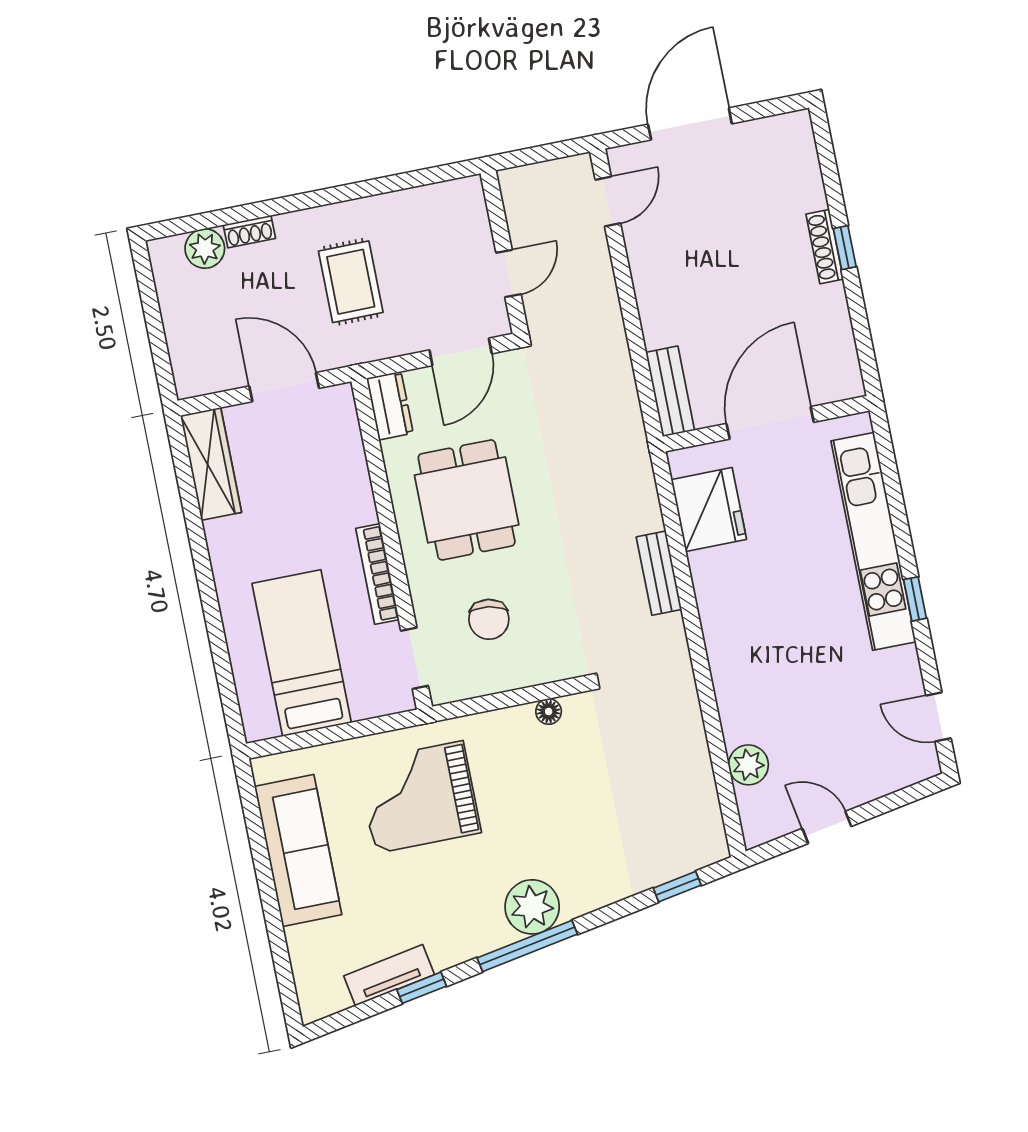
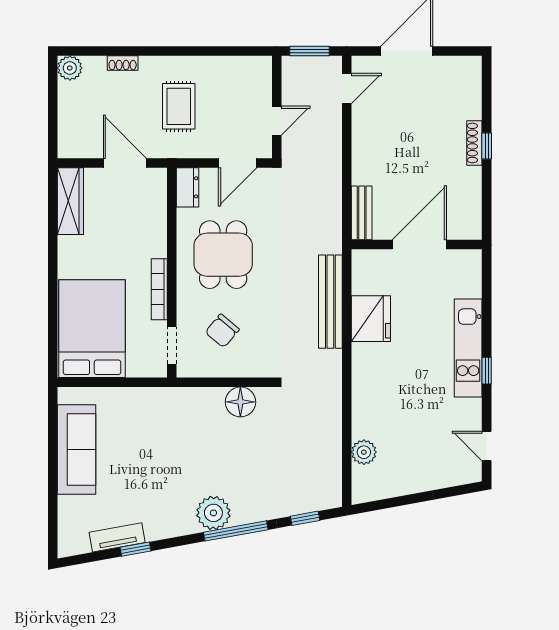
window: (538, 154) -> (310, 51), added
plant: (205, 249) -> (70, 68), moved
fridge: (709, 510) -> (371, 319), moved
kitchen unit: (873, 541) -> (468, 348), width x0.73
bench: (659, 573) -> (330, 302), width x1.86, depth x1.21
chair: (489, 619) -> (222, 331), turned 31
bed: (302, 653) -> (92, 329), width x1.50
floor lamp: (549, 712) -> (240, 402), width x1.89, depth x1.89
grand piano: (419, 797) -> (157, 432), removed
door: (827, 827) -> (404, 500), removed
window: (527, 946) -> (236, 531), moved

